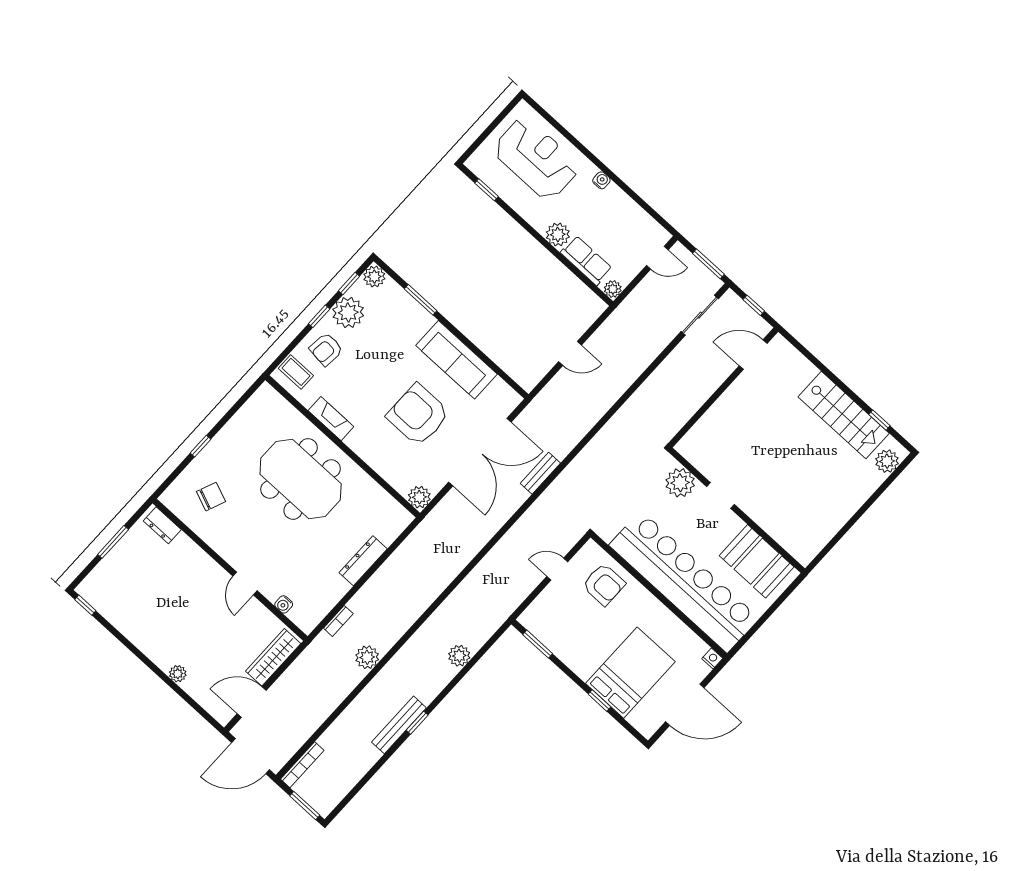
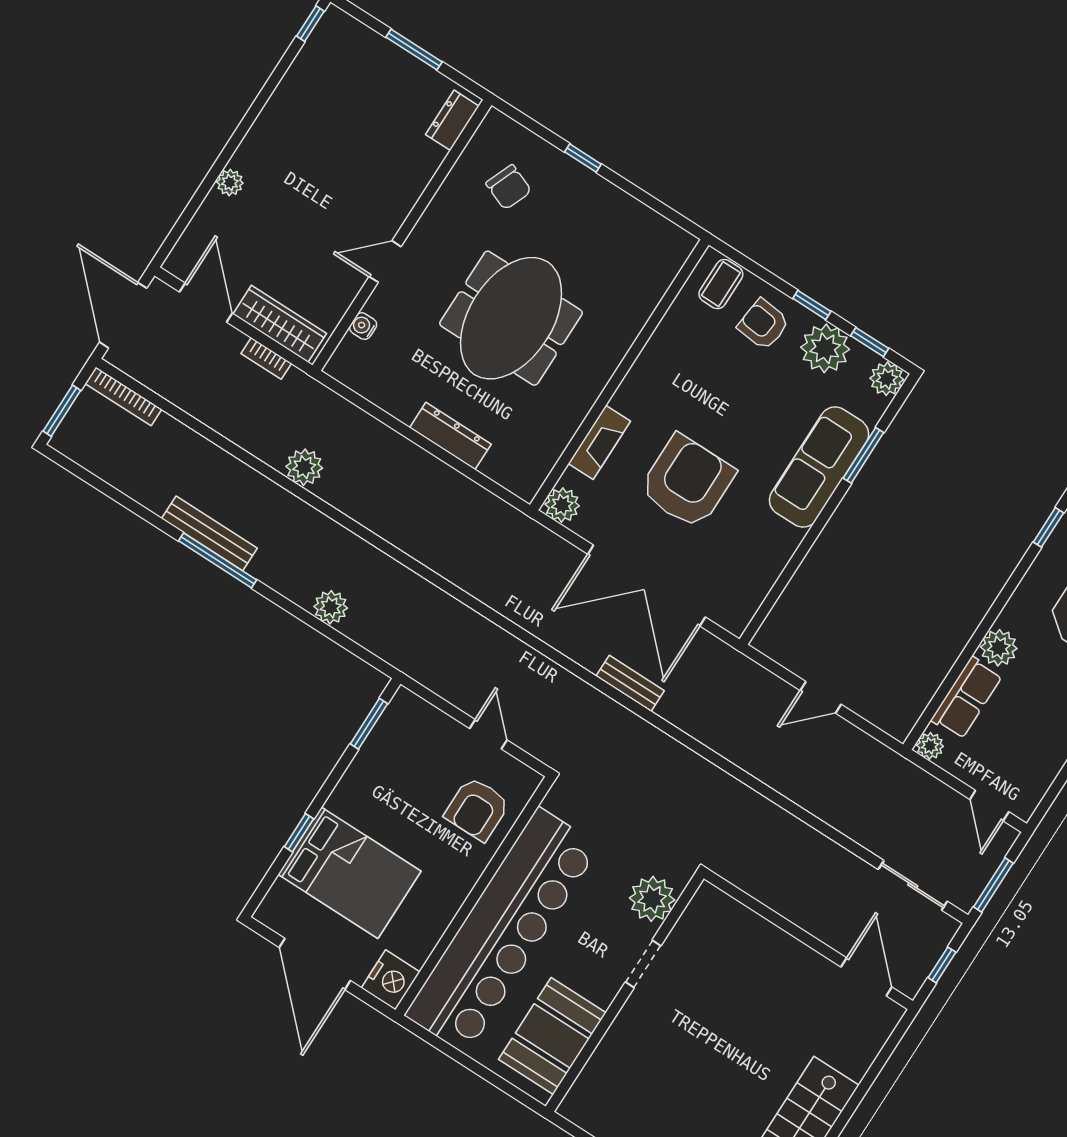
door: (570, 353) -> (821, 697), hinge flipped
sofa: (457, 360) -> (819, 467), moved
fireplace: (331, 419) -> (599, 442), moved
meeting table: (301, 479) -> (511, 318), moved
bookcase: (338, 621) -> (266, 358), moved
nightstand: (712, 658) -> (391, 980), width x1.89, depth x1.79
window: (417, 723) -> (218, 560), width x2.17

